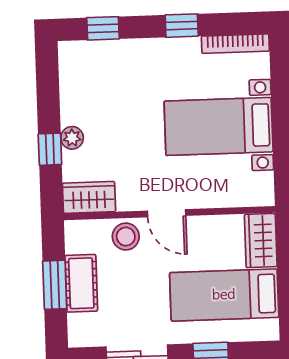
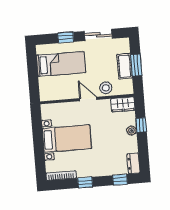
dresser: (71, 63) -> (134, 163), added
wardrobe: (261, 241) -> (46, 89), removed

